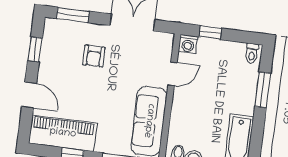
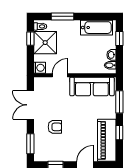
window: (210, 32) -> (30, 39), moved
shower: (226, 58) -> (45, 43), added
door: (173, 74) -> (60, 75), hinge flipped

